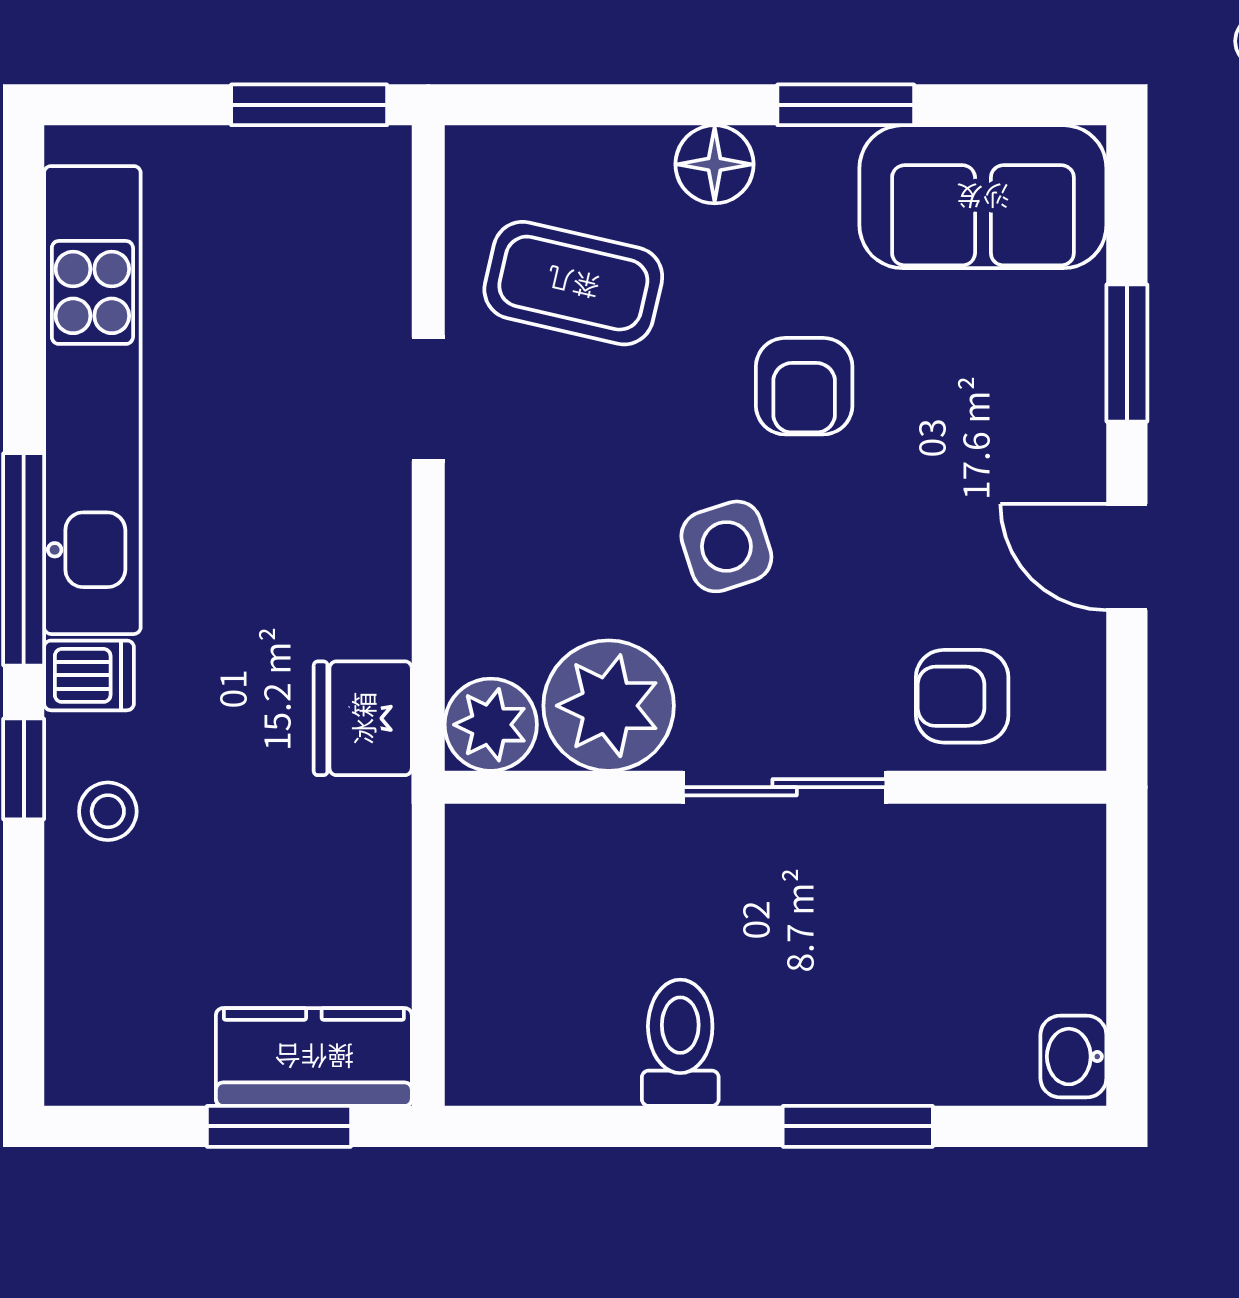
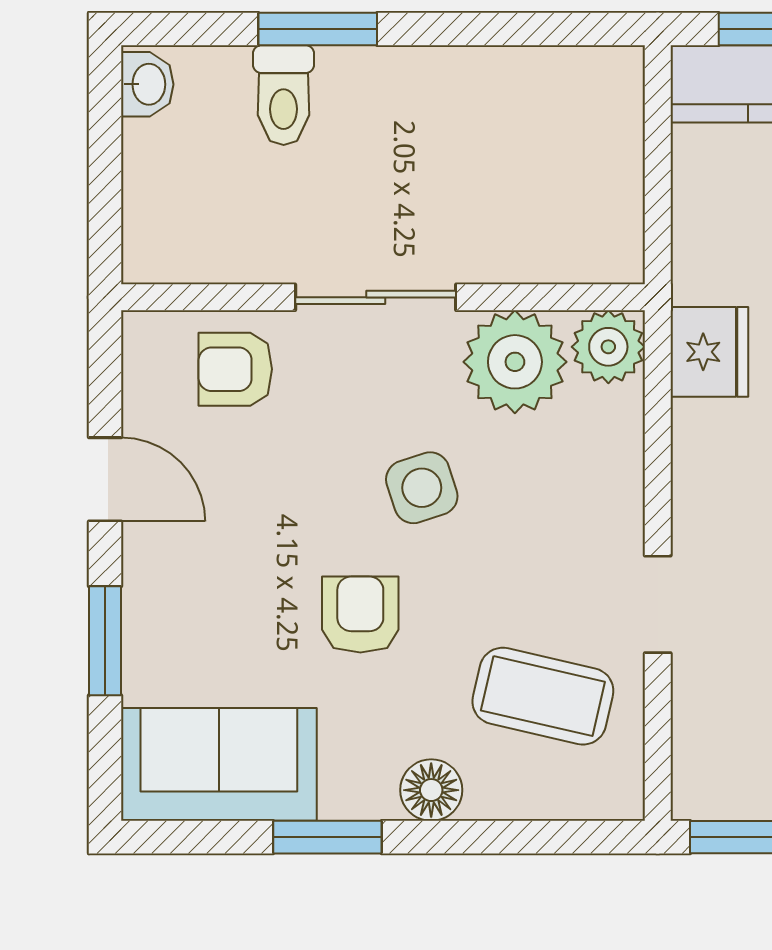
armchair: (962, 696) -> (235, 369), turned 180
toilet: (680, 1043) -> (284, 95), moved

